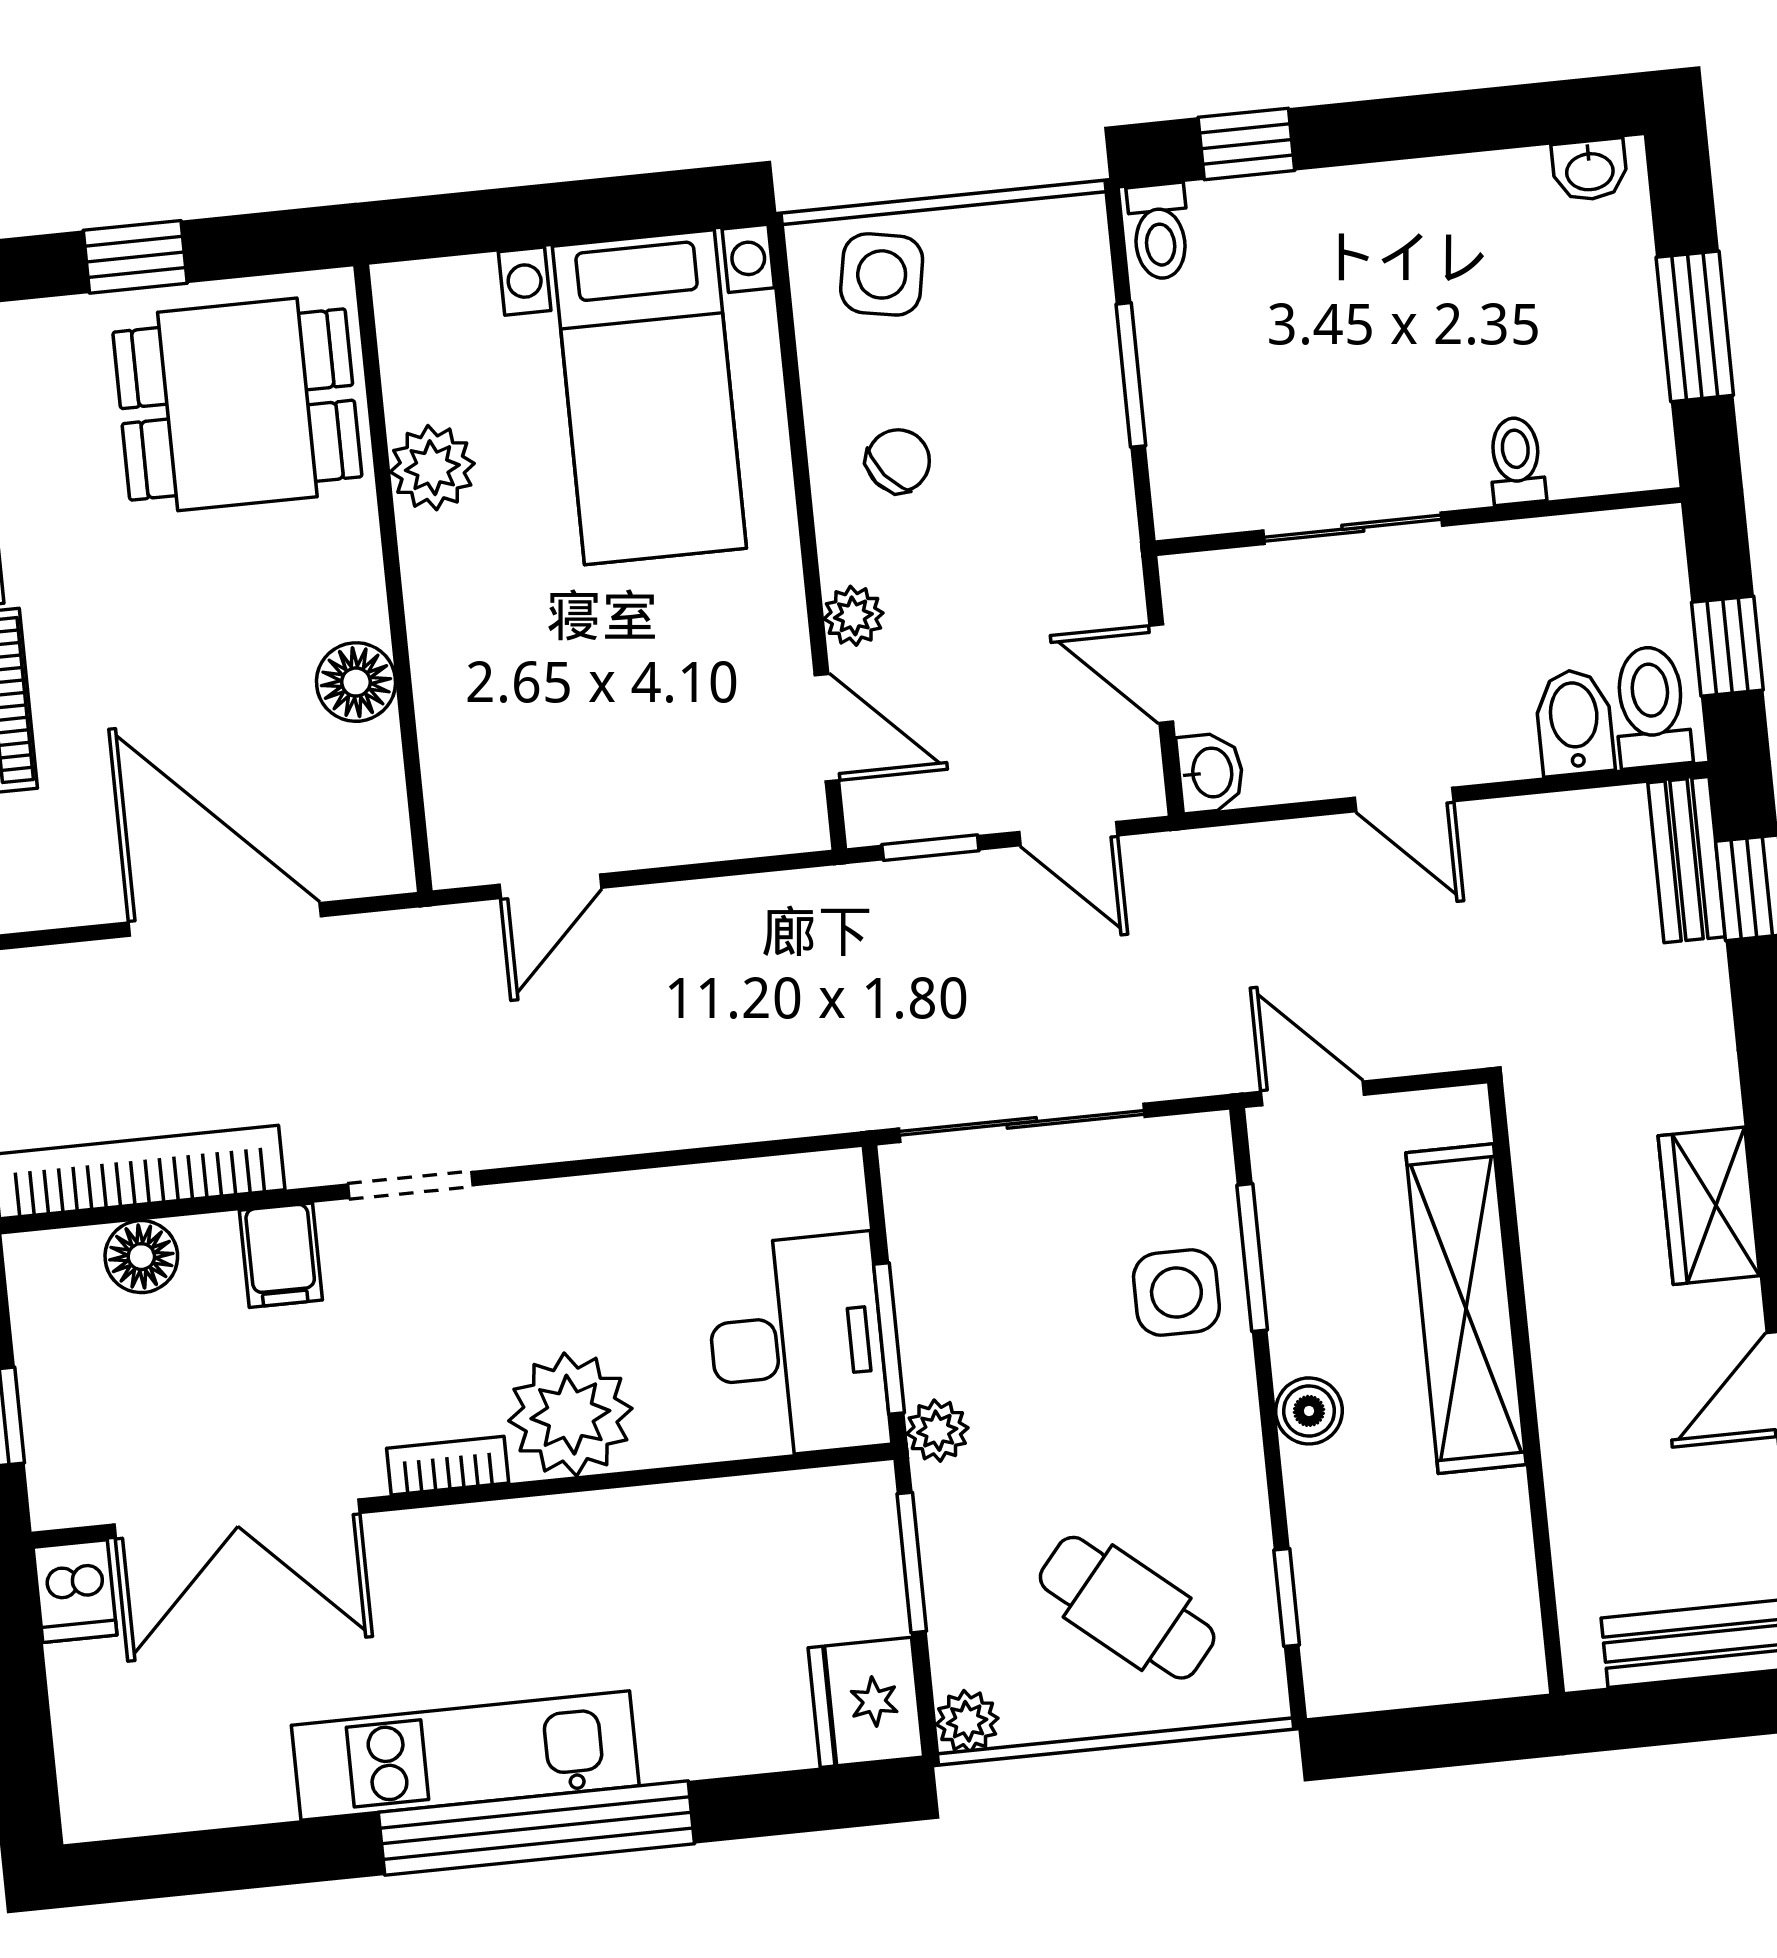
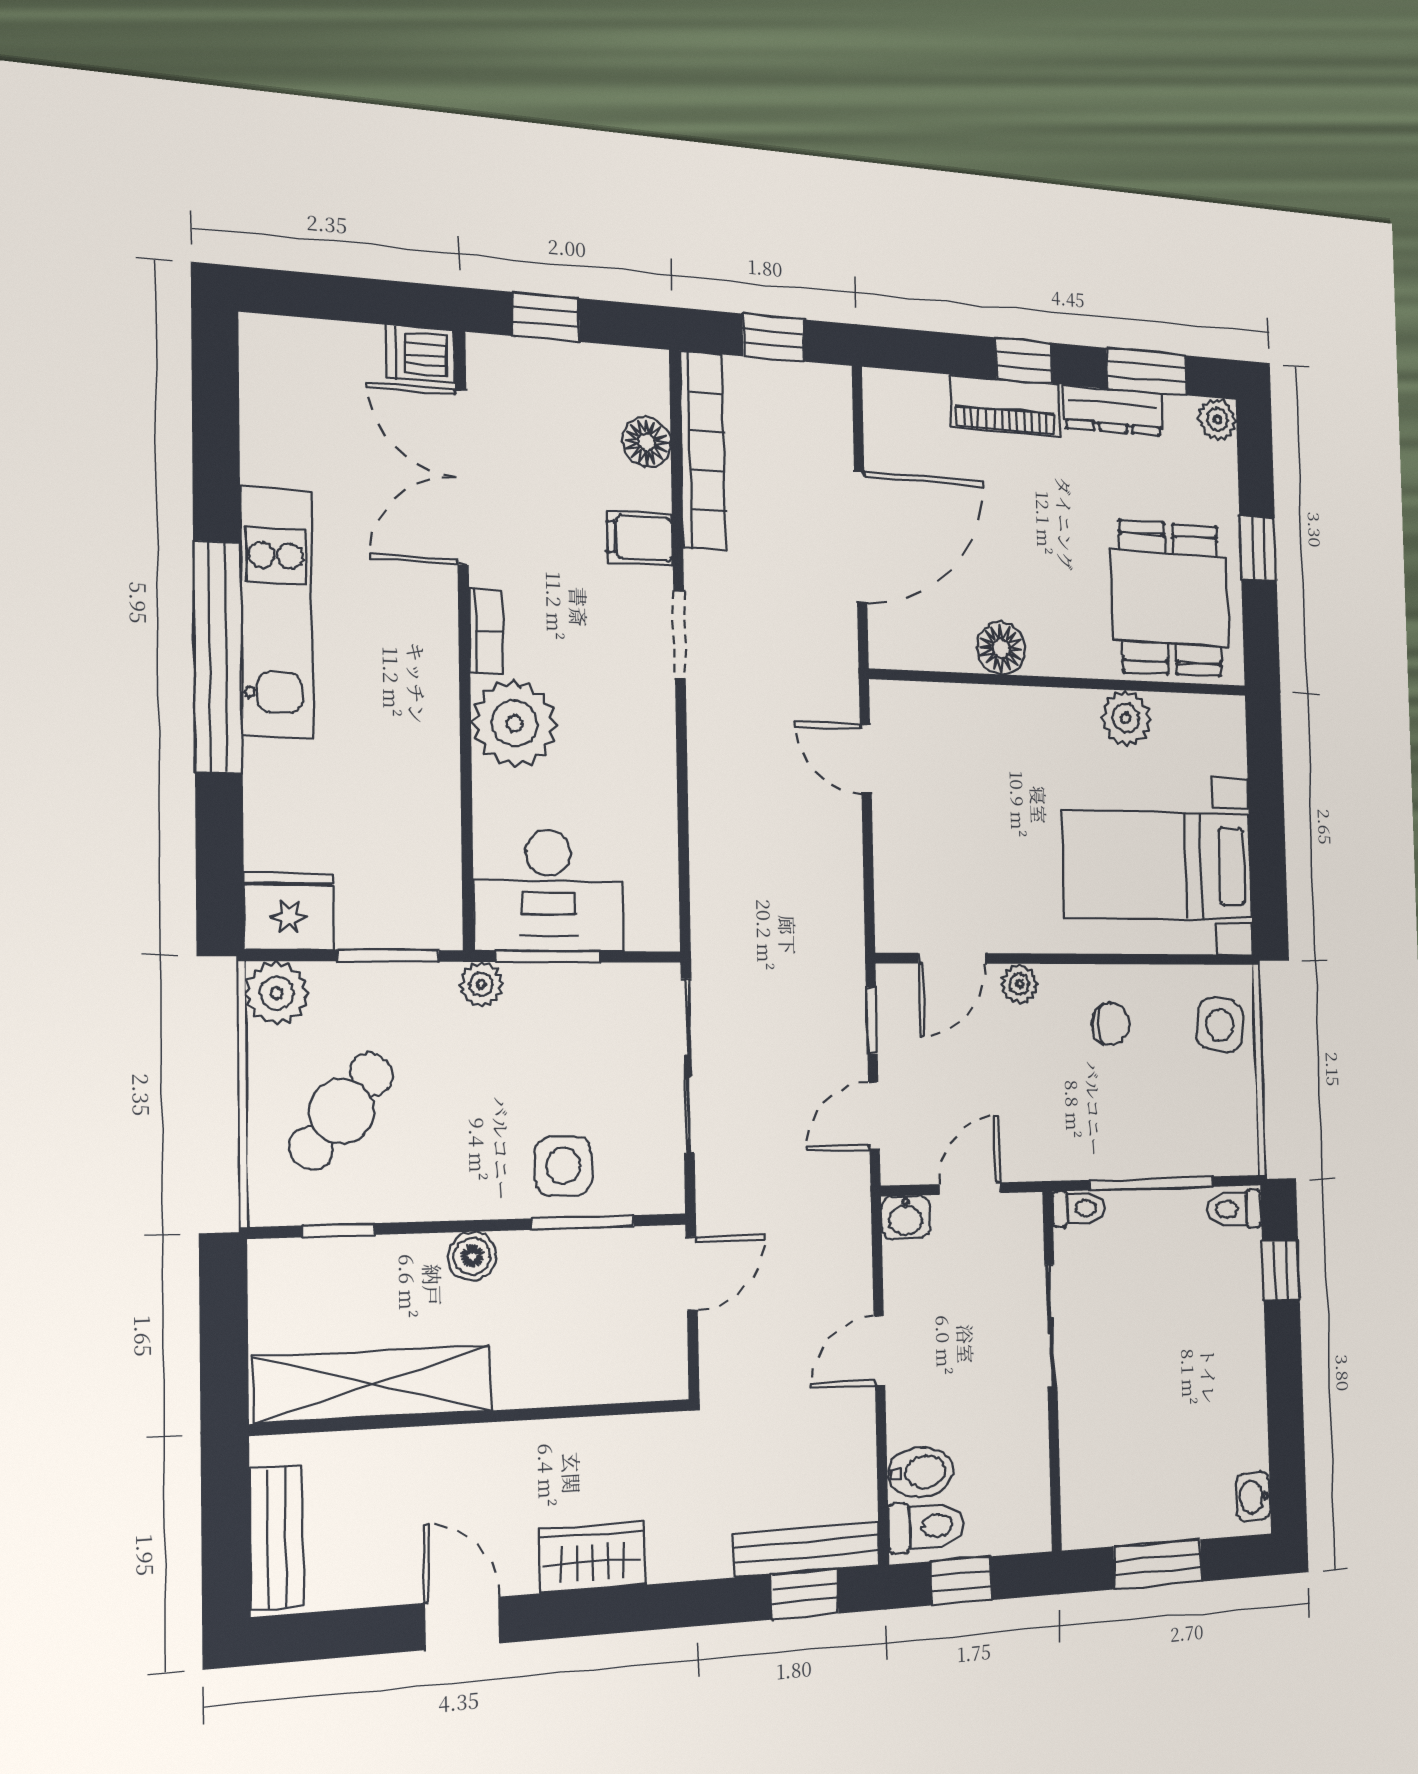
window: (1131, 375) -> (1152, 1183), width x1.44
chair: (898, 461) -> (1111, 1024), turned -51
toilet: (1516, 461) -> (1078, 1208), moved
bench: (1687, 860) -> (807, 1550), width x1.36
shelving: (1466, 1309) -> (374, 1384), moved
plant: (967, 1721) -> (277, 993), width x1.38, depth x1.38

